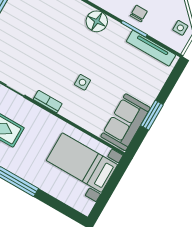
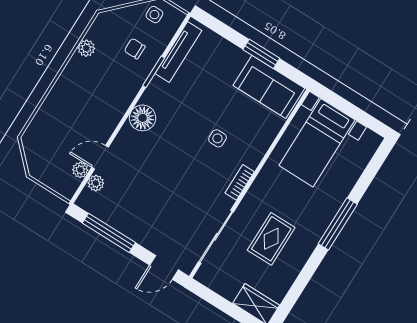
chair: (139, 13) -> (135, 49), moved

